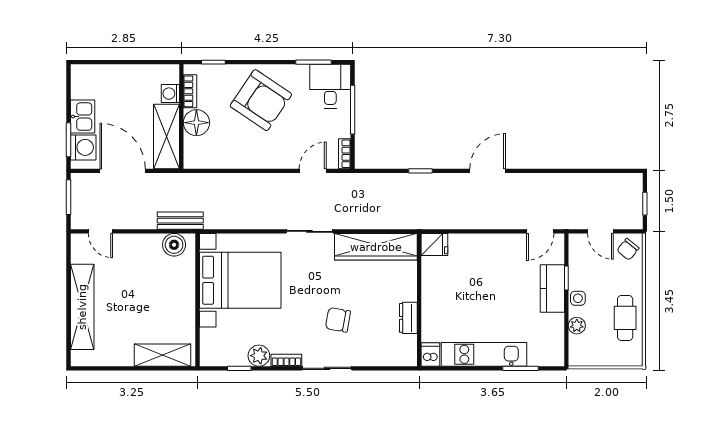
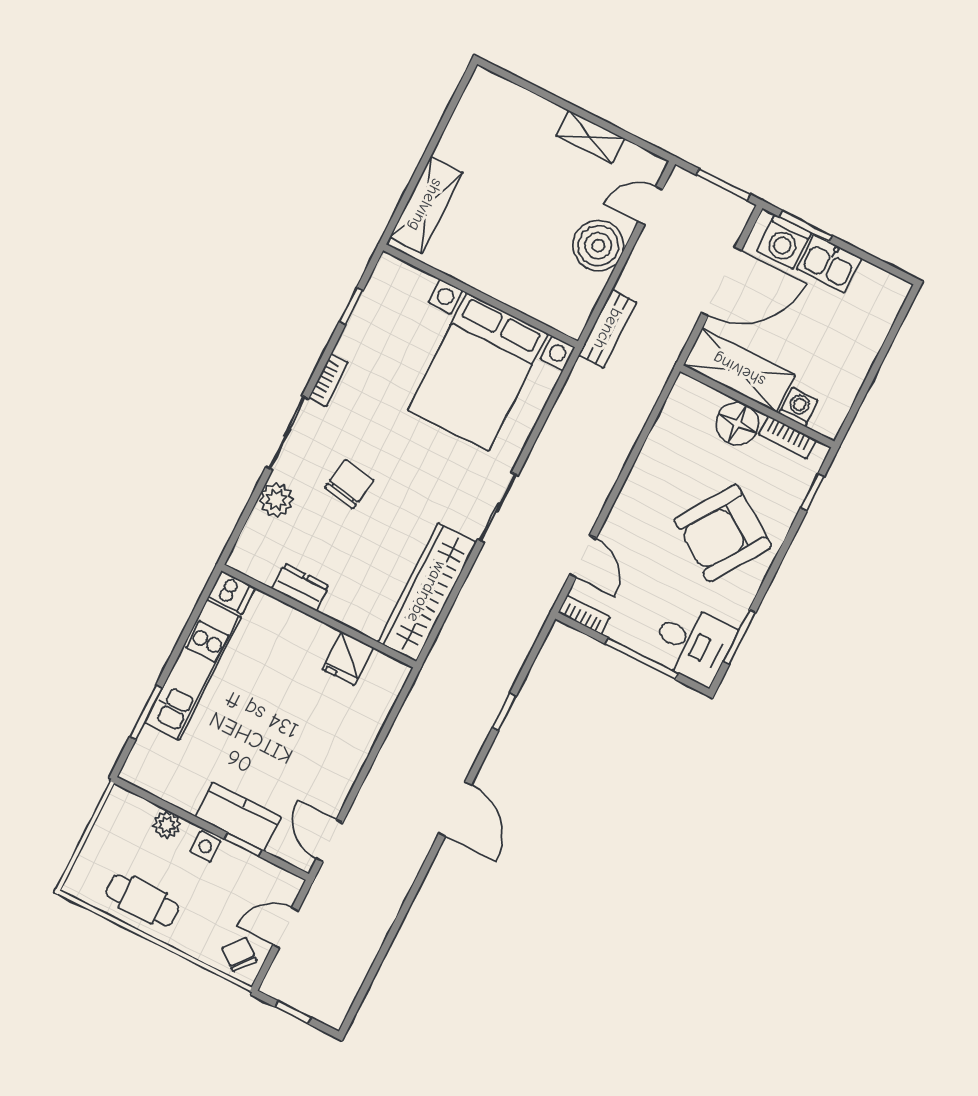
fridge: (434, 244) -> (348, 658), moved
boiler: (174, 245) -> (598, 246), moved, width x1.37, depth x1.37
shelving: (82, 307) -> (590, 137), width x0.45, depth x0.75
plant: (259, 356) -> (276, 500), moved

